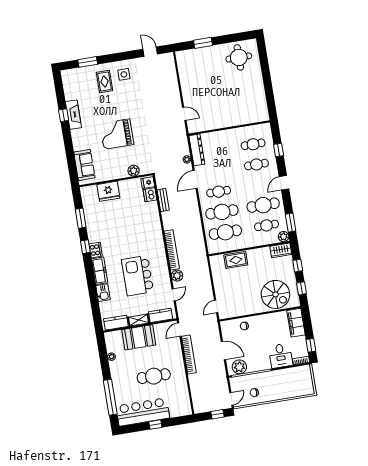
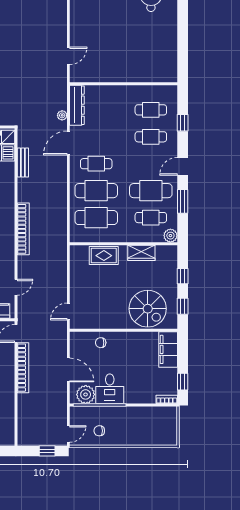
door: (184, 114) -> (68, 56), hinge flipped
window: (291, 223) -> (183, 201), moved
wardrobe: (281, 250) -> (141, 253), moved
plant: (177, 276) -> (25, 263), removed
desk: (281, 356) -> (110, 389), moved

